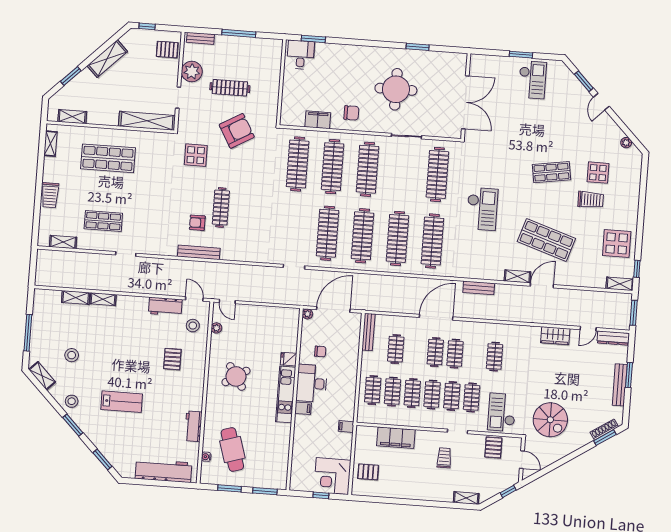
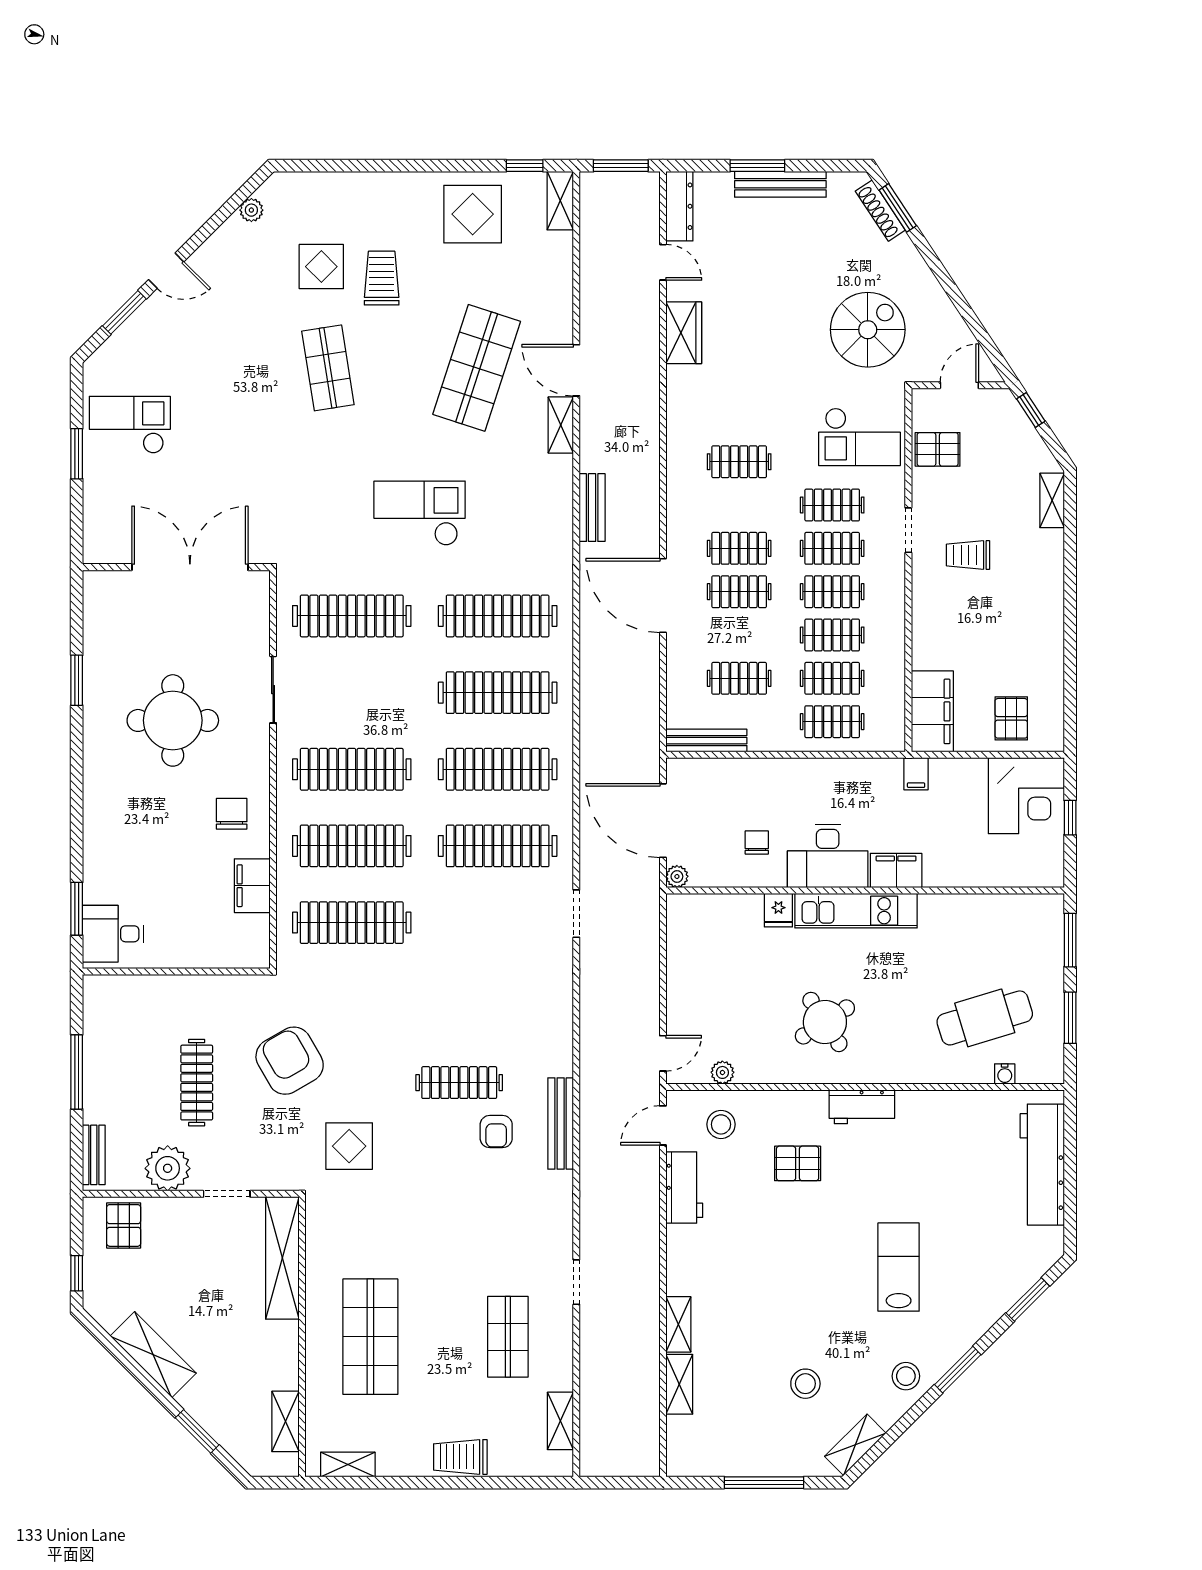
trolley: (50, 195) -> (460, 1457), turned 180
filing cabinet: (303, 408) -> (896, 870), width x2.00
workbench: (193, 426) -> (862, 1107), moved
filing cabinet: (396, 438) -> (932, 711), moved

